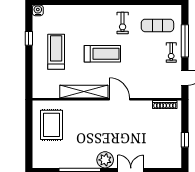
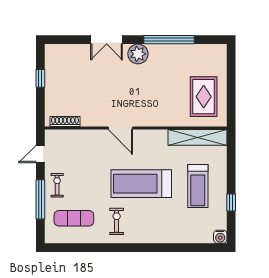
treadmill: (102, 54) -> (141, 184), width x1.37, depth x1.38
shelving: (84, 92) -> (198, 137), moved

